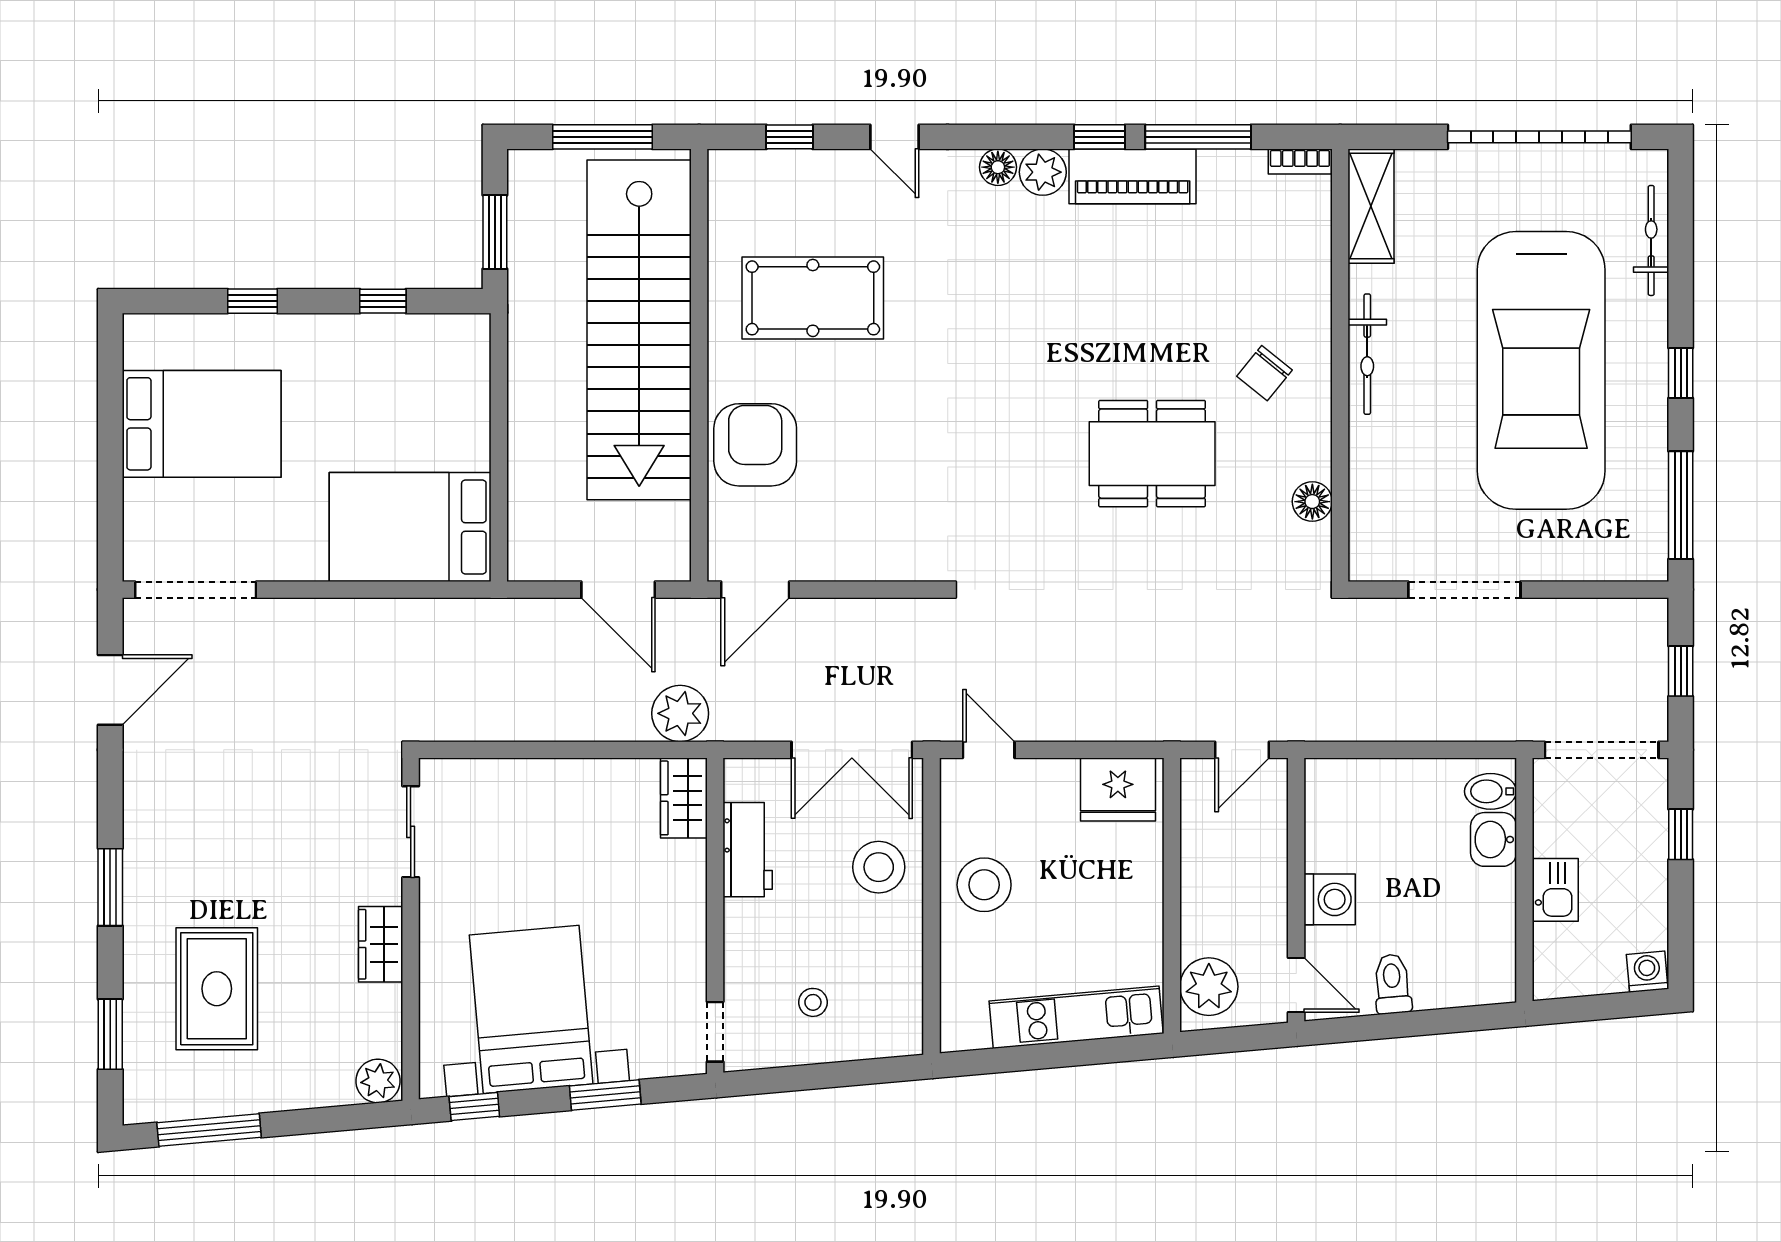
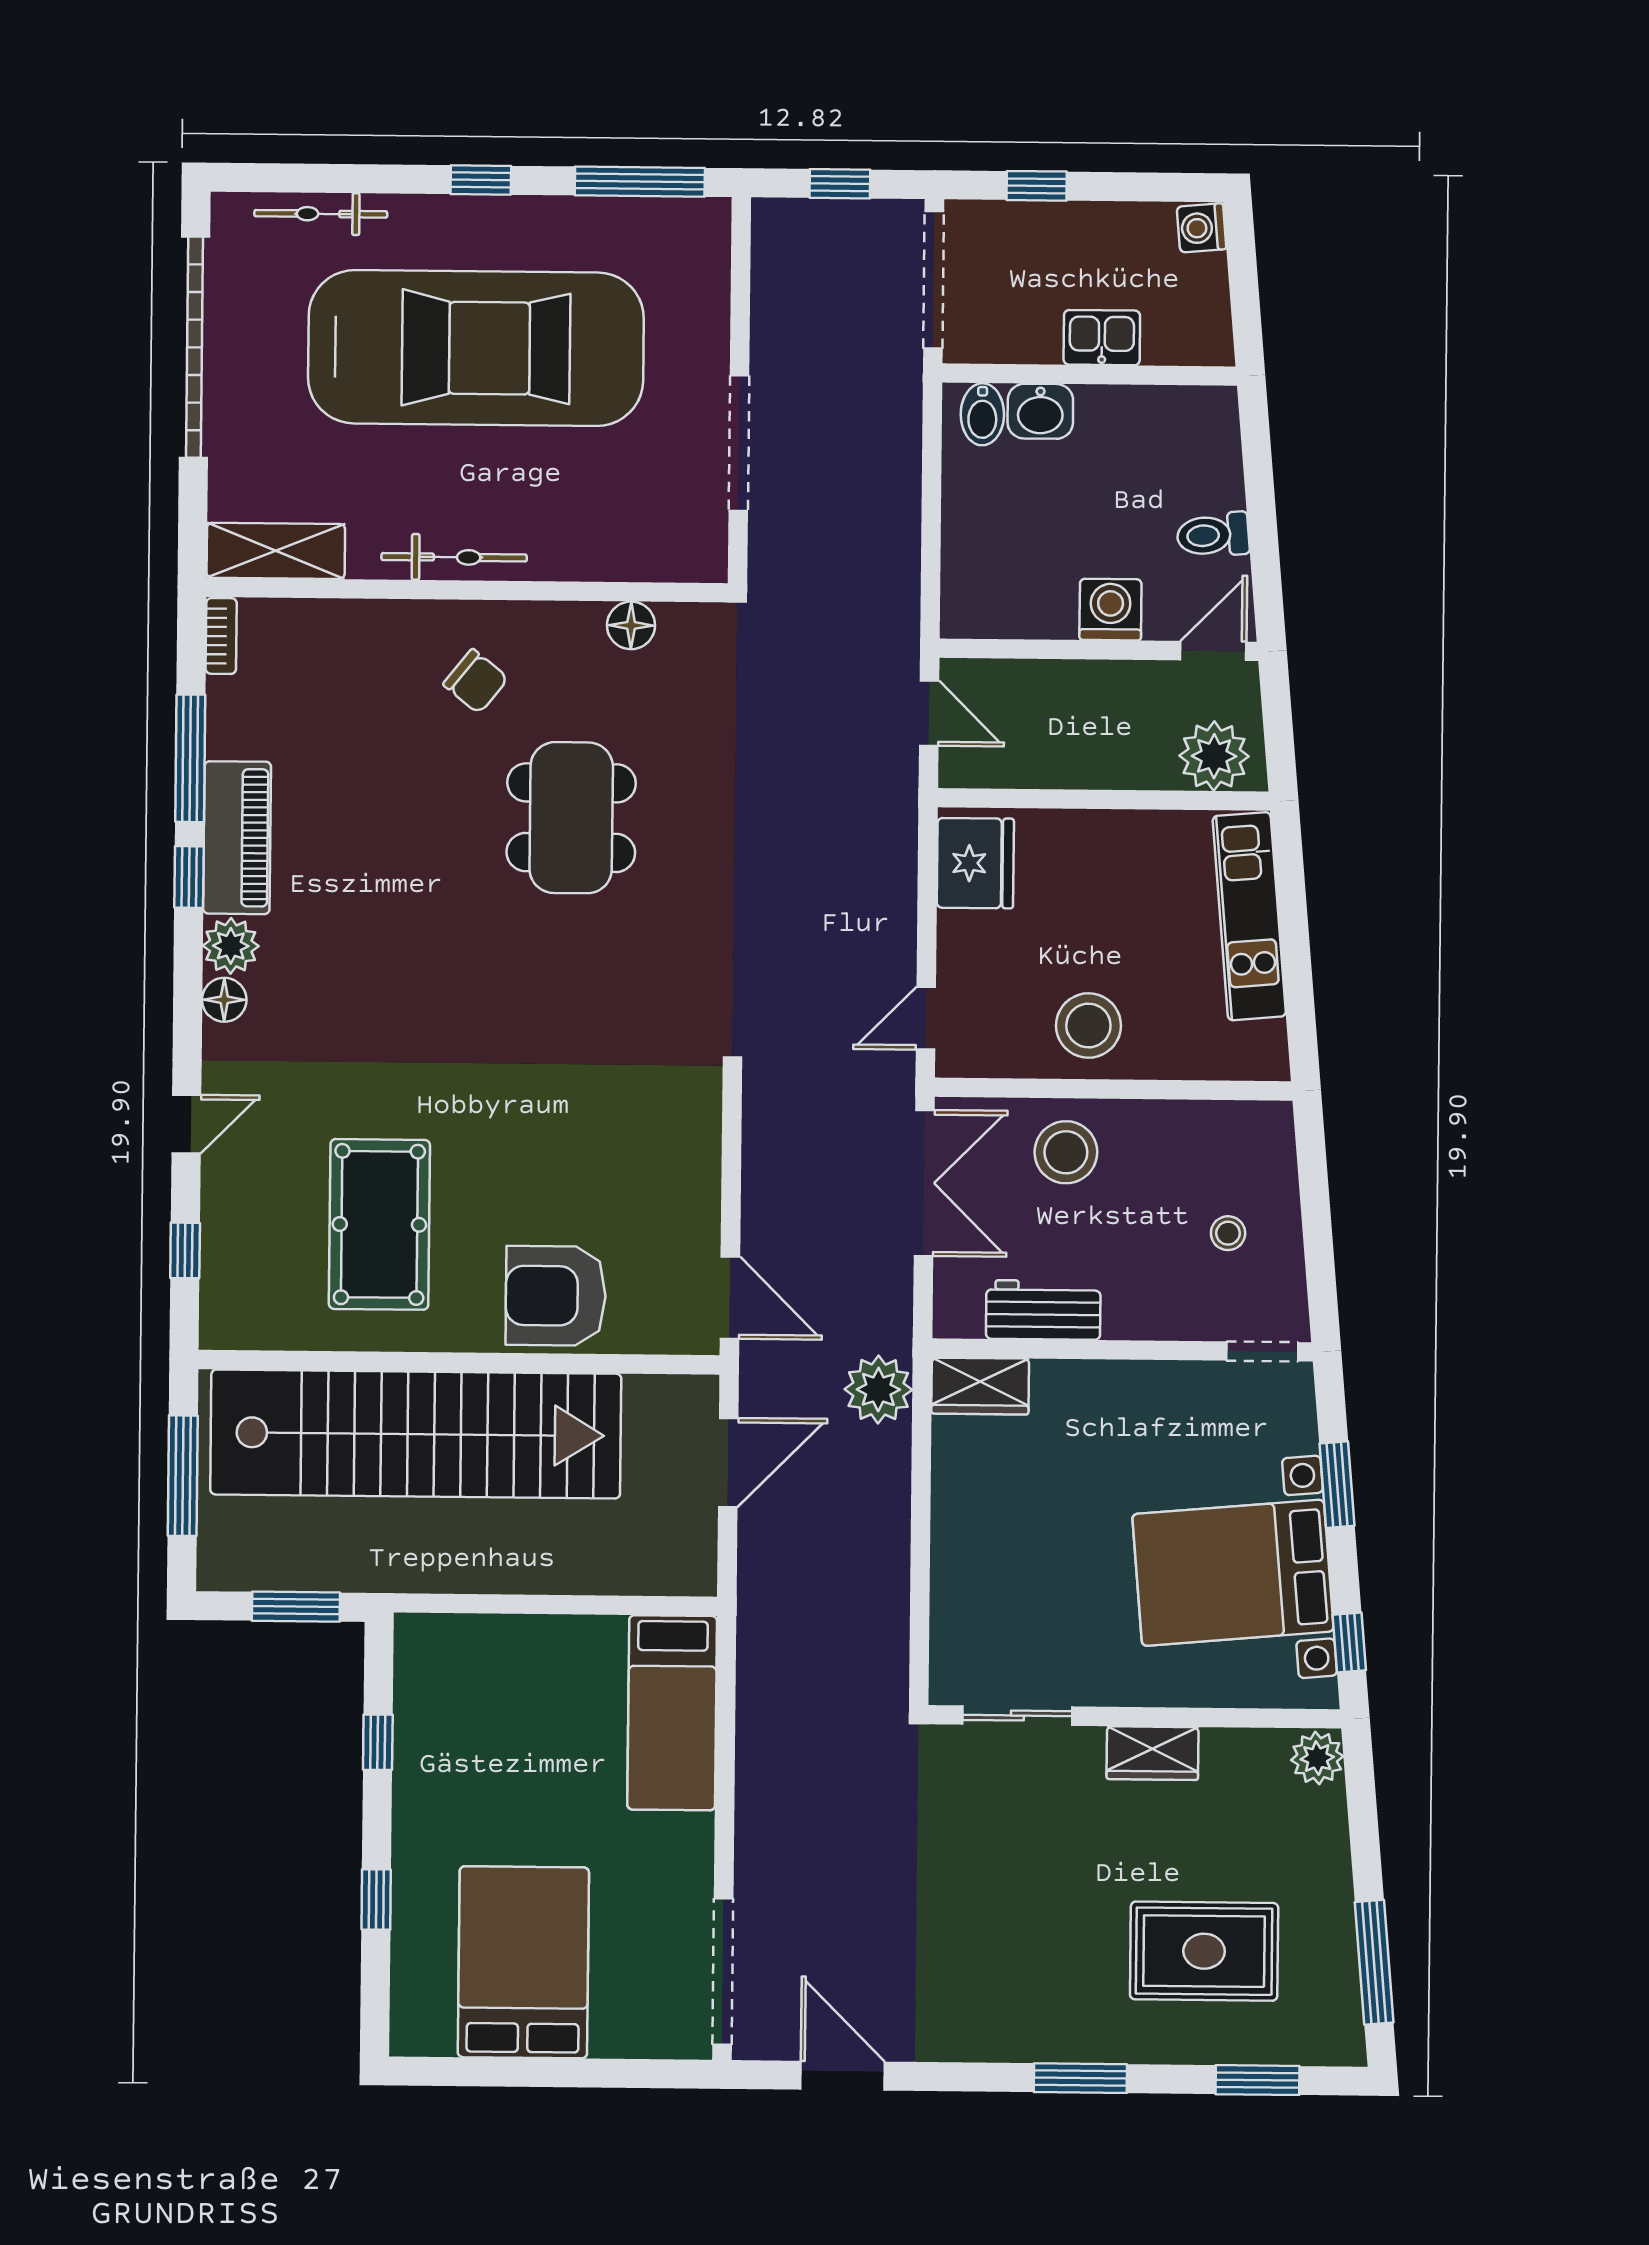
bed: (410, 527) -> (672, 1713), width x0.67

